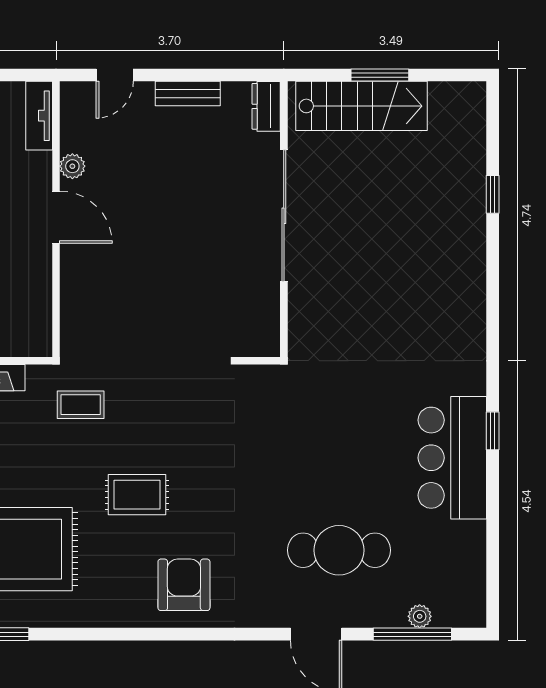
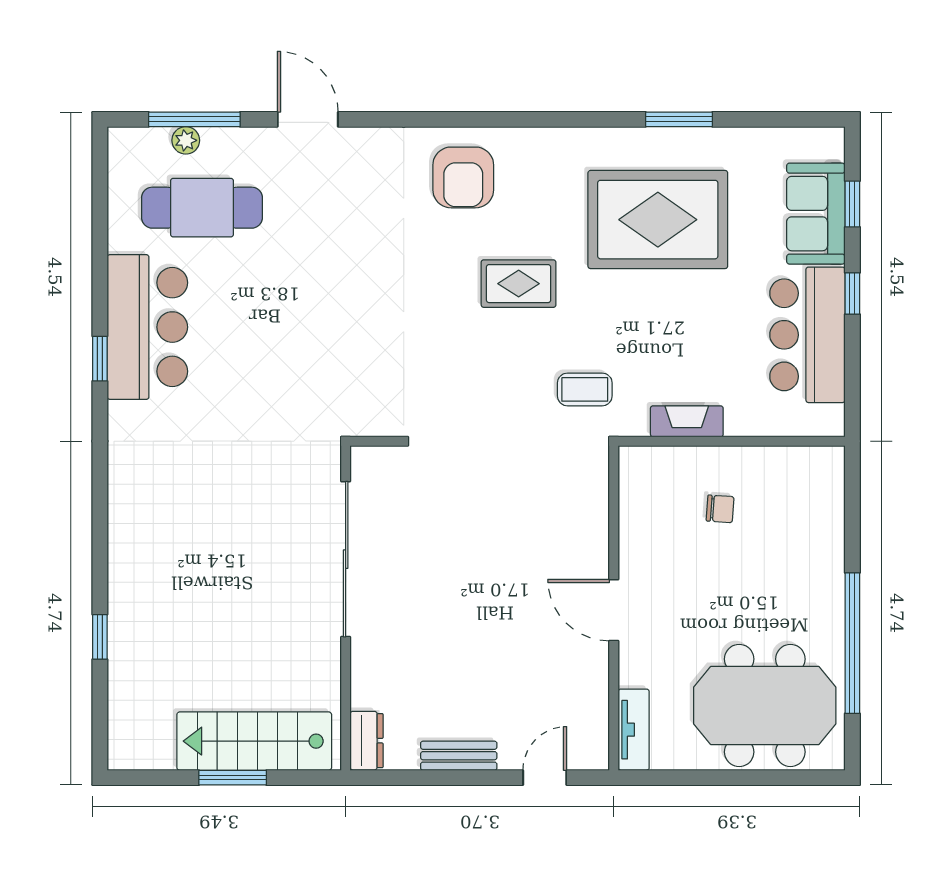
plant: (72, 166) -> (595, 670), removed
sliding door: (284, 216) -> (346, 559), moved
cafe table: (339, 550) -> (202, 208), moved

